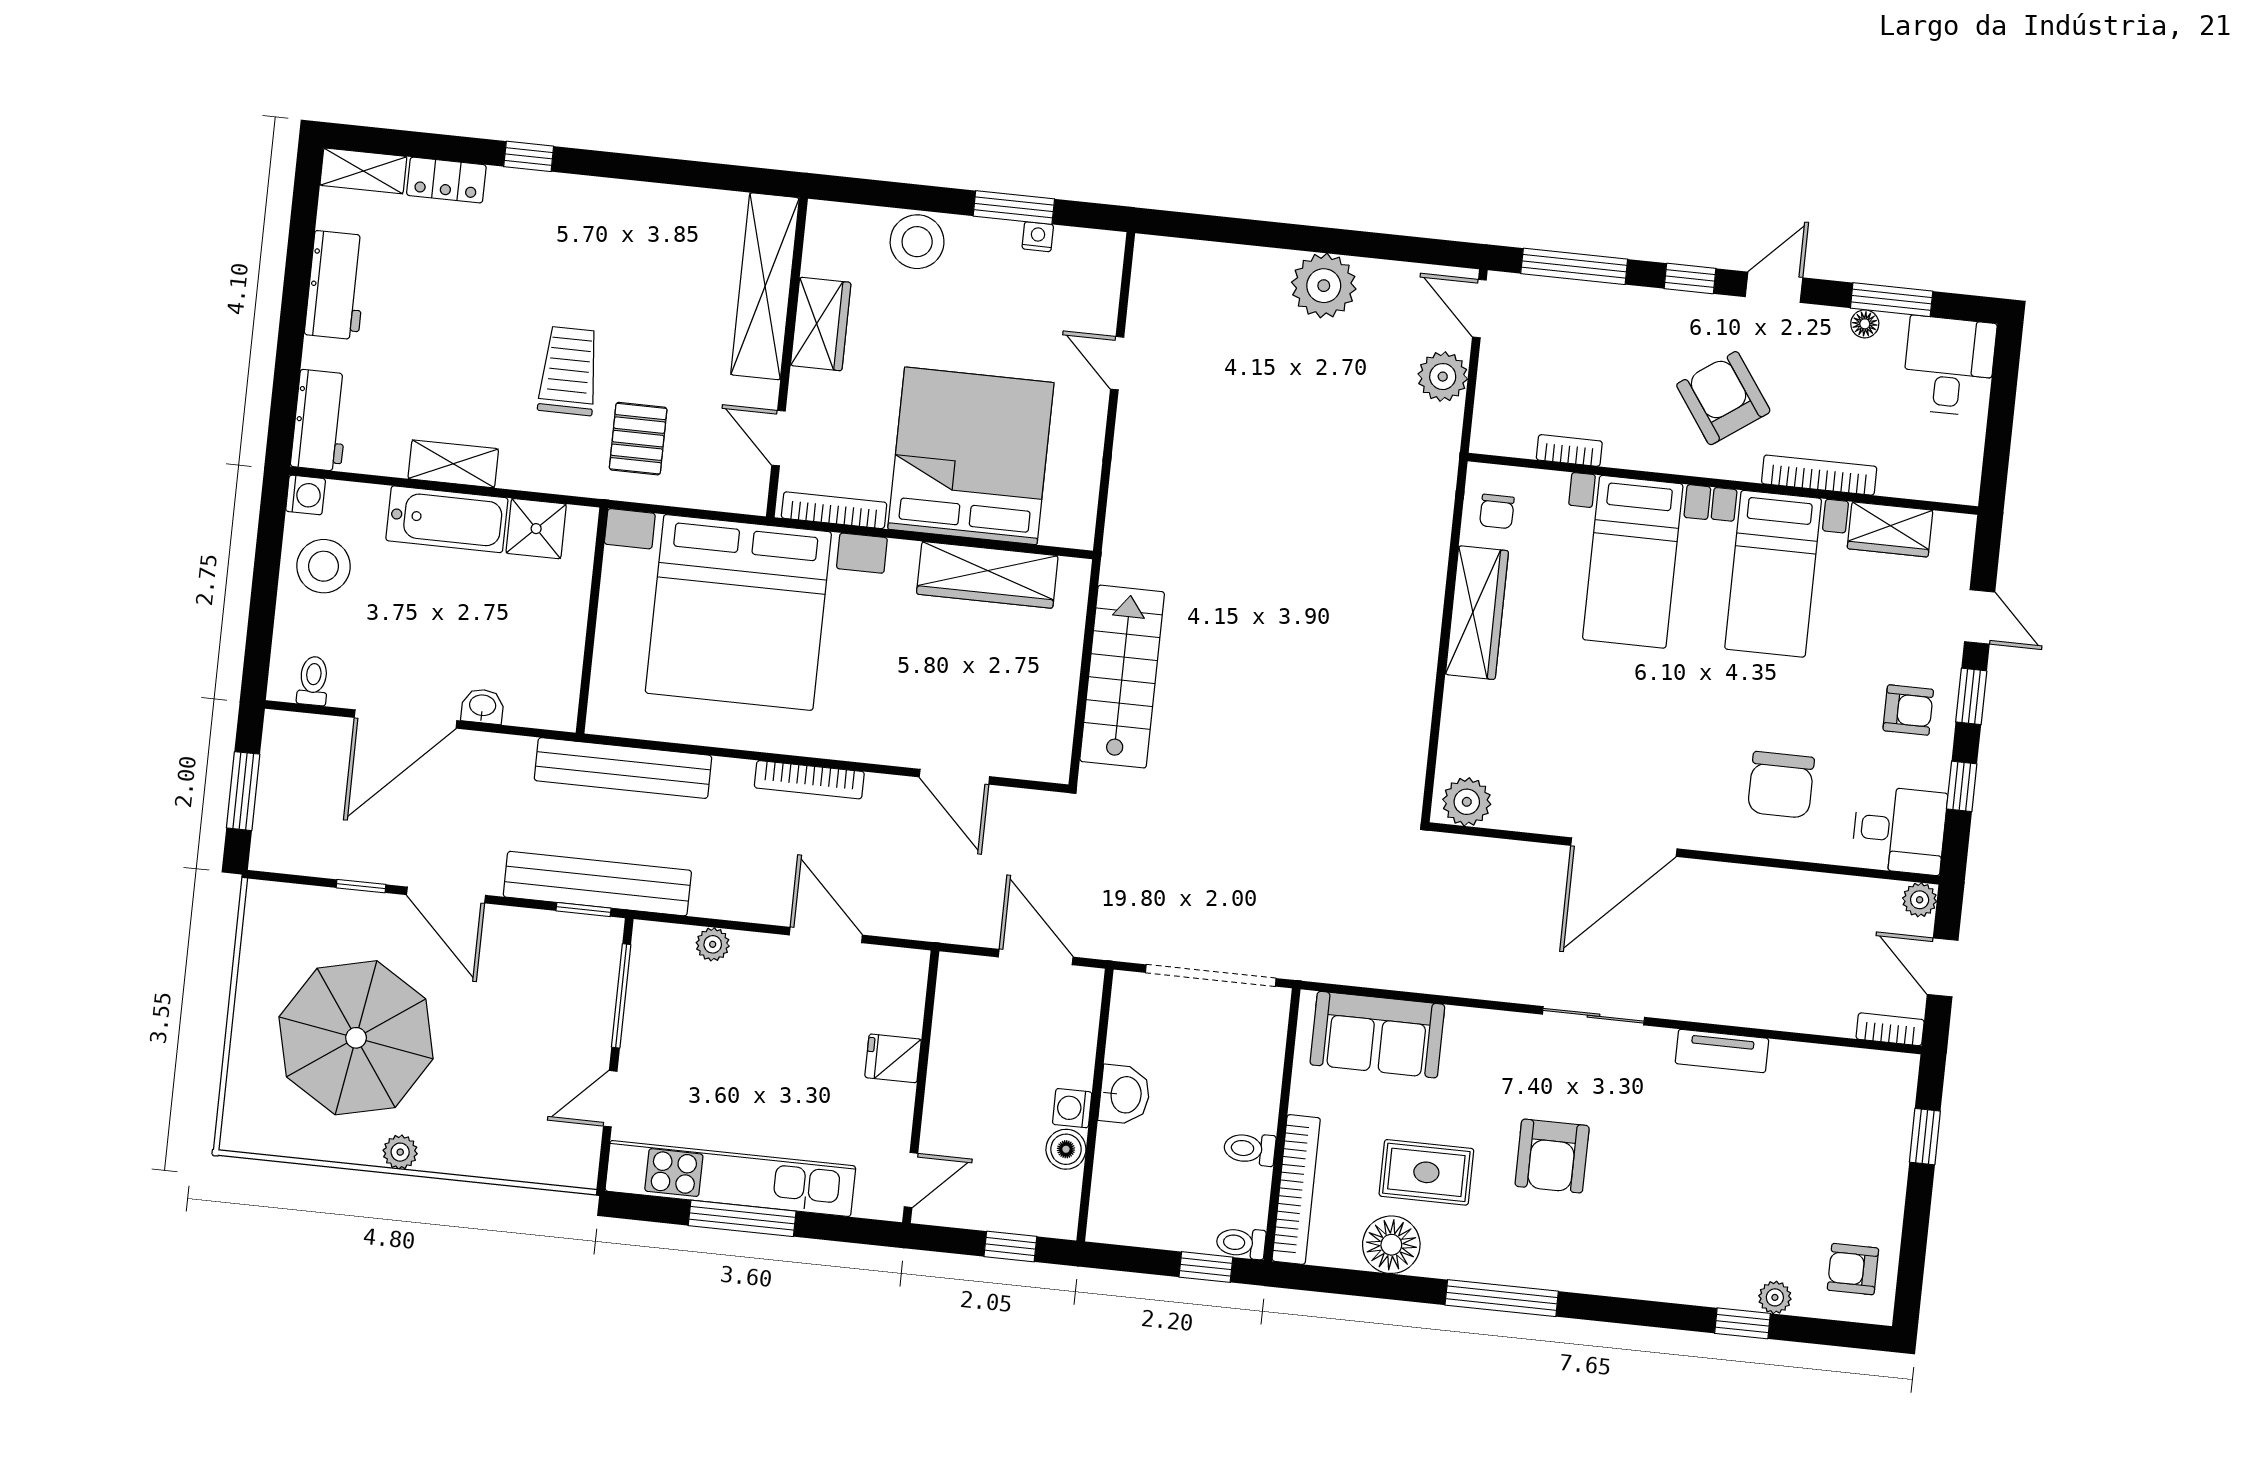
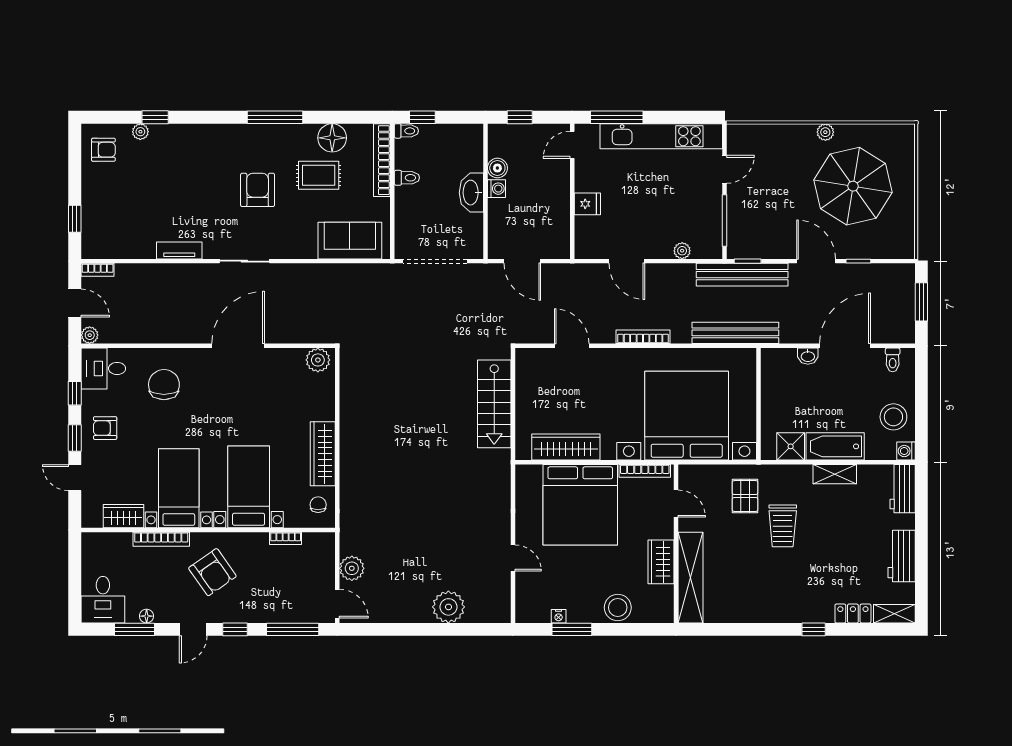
plant: (1324, 286) -> (448, 607), moved
washbasin: (1125, 1095) -> (471, 193), width x1.38
window: (742, 1218) -> (617, 117), moved

